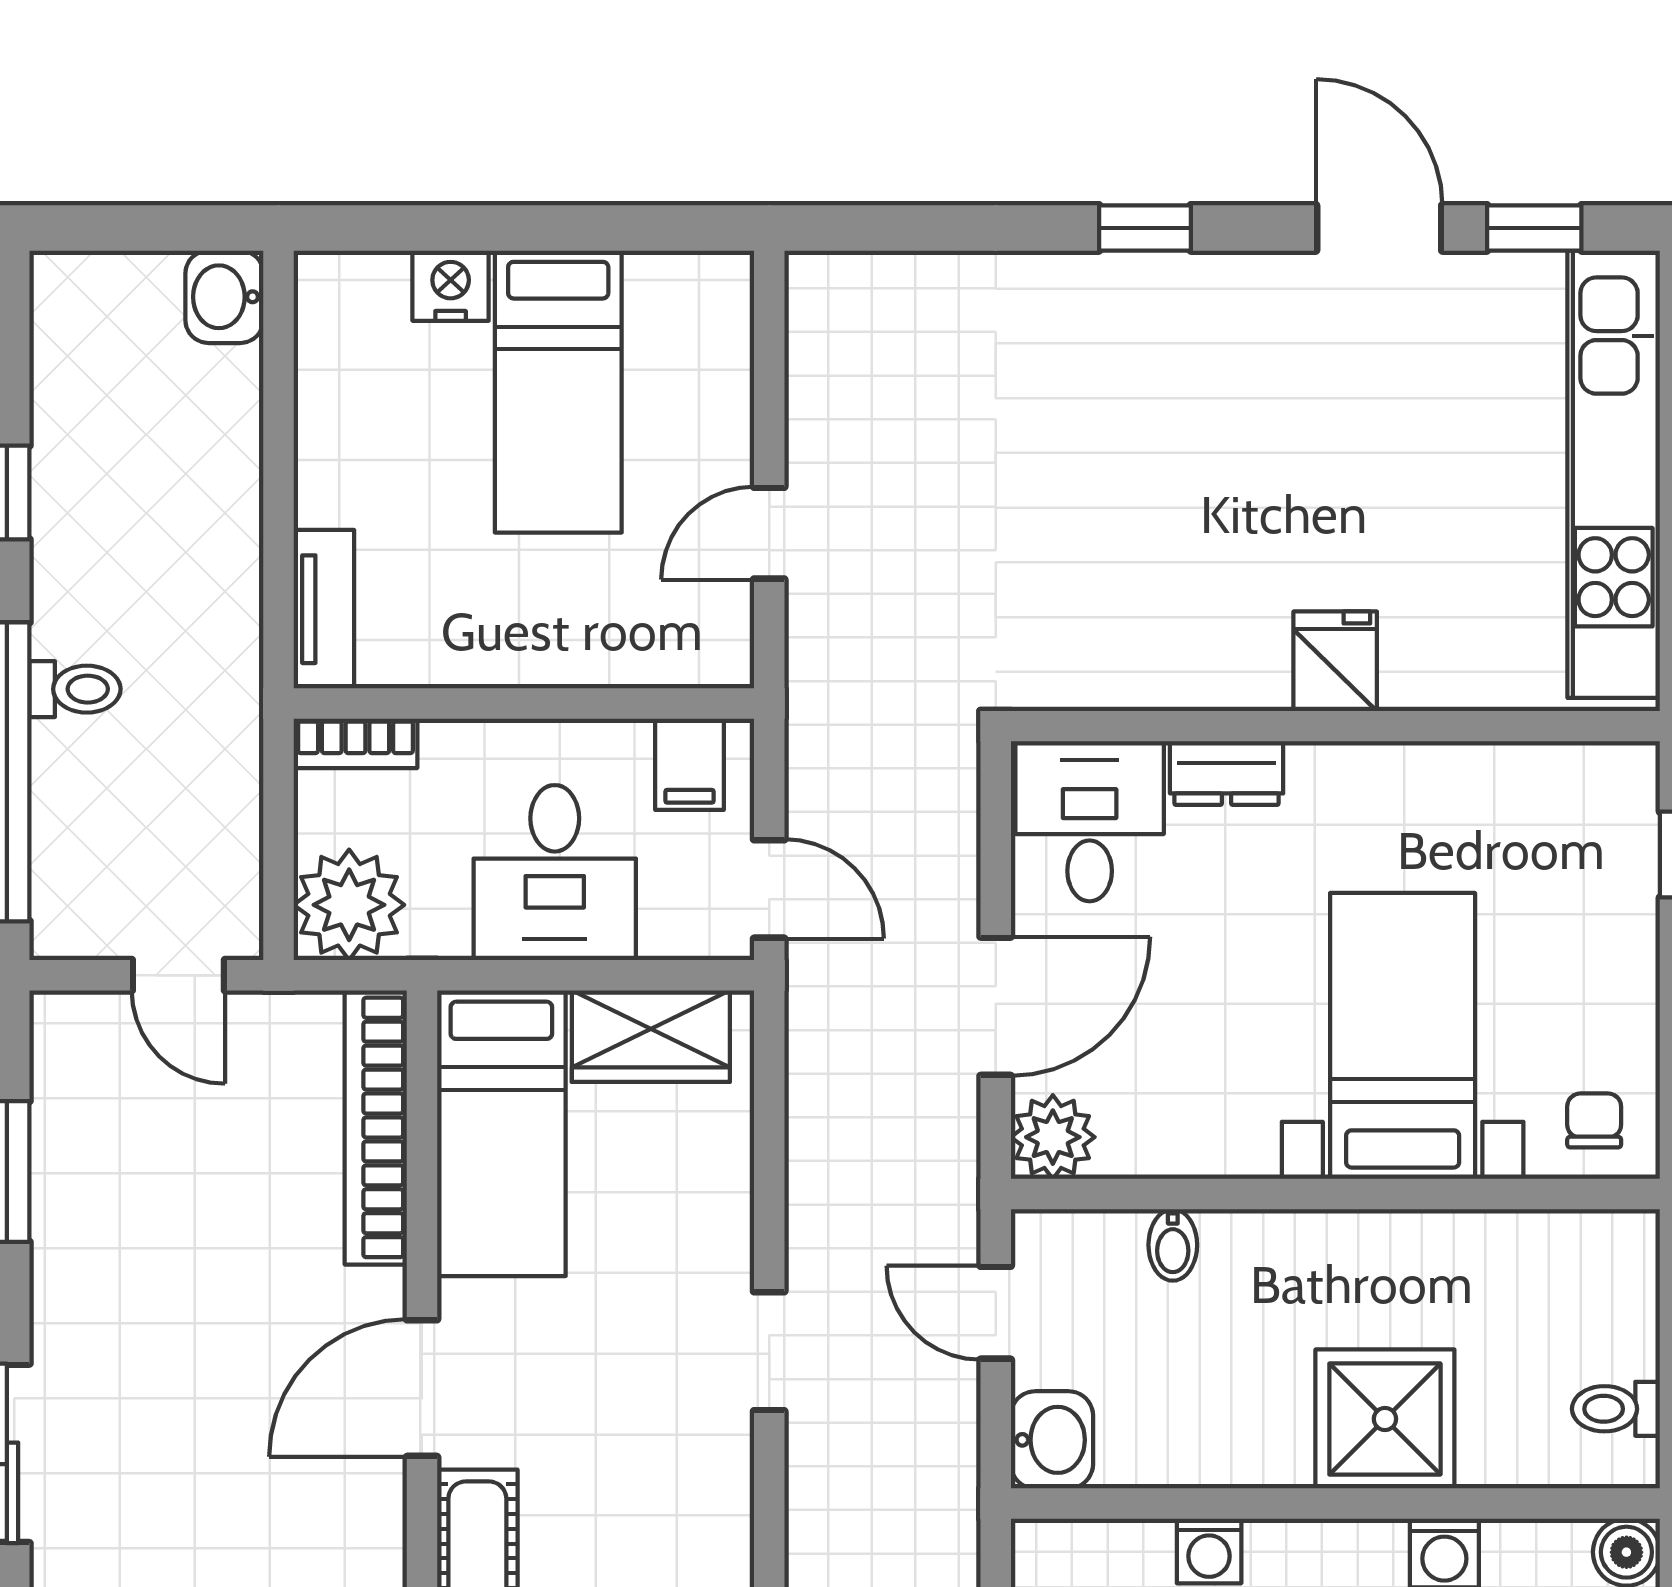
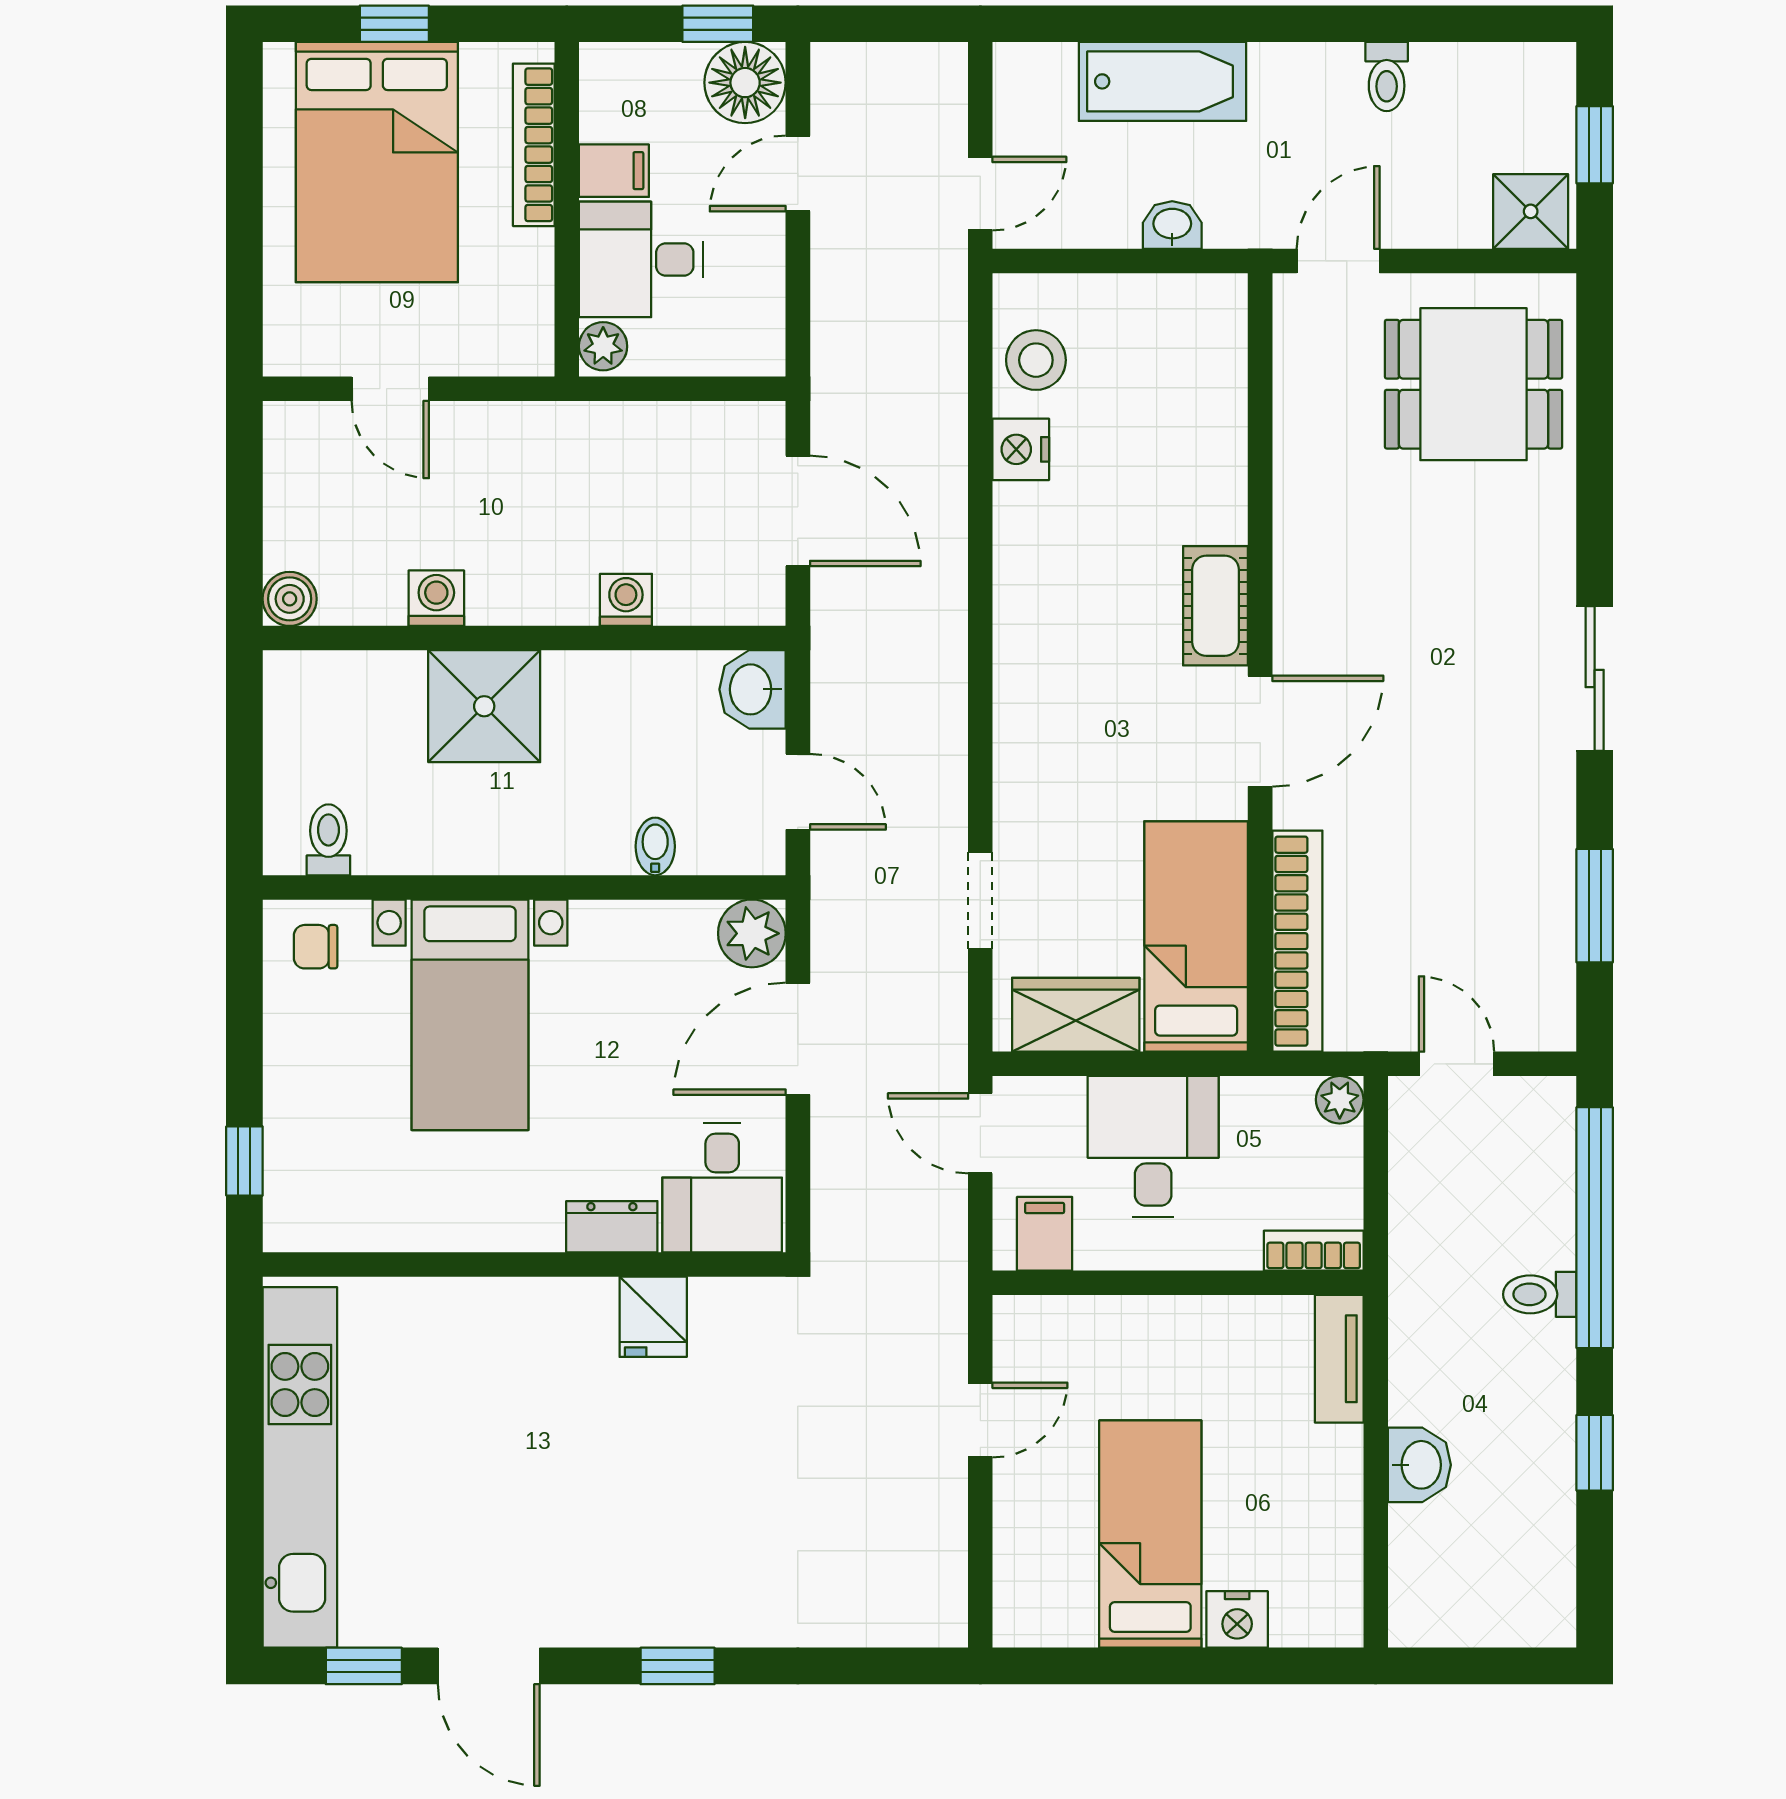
washbasin: (224, 297) -> (1419, 1465), moved
fridge: (1335, 661) -> (653, 1317), moved
plant: (349, 905) -> (1340, 1100), width x0.53, depth x0.53
chair: (1594, 1120) -> (316, 947), turned 90
doorway: (769, 1351) -> (980, 900), moved
toilet: (1616, 1409) -> (328, 840), moved, turned -90

